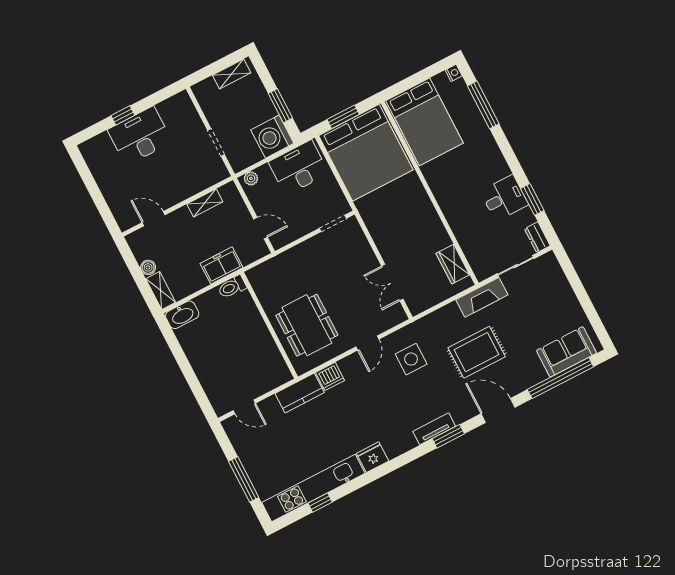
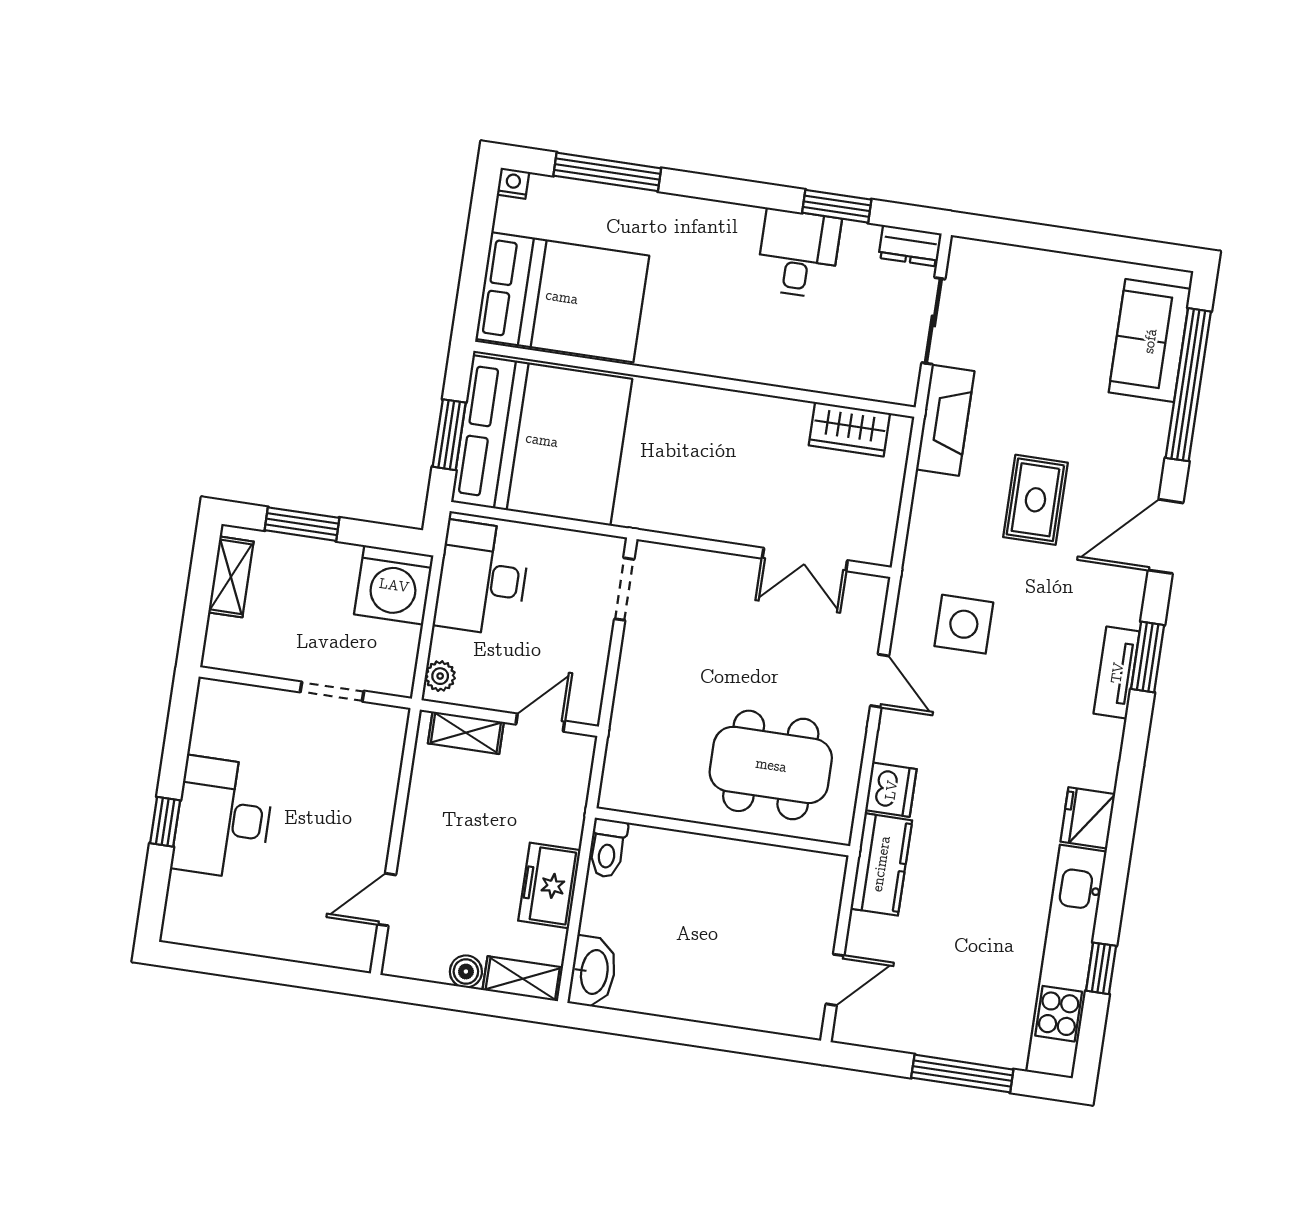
window: (280, 106) -> (302, 524), moved
shelving: (205, 203) -> (466, 733), moved, turned 90
freezer: (221, 265) -> (549, 885), moved
rug: (477, 352) -> (1035, 500), width x0.73, depth x0.70

